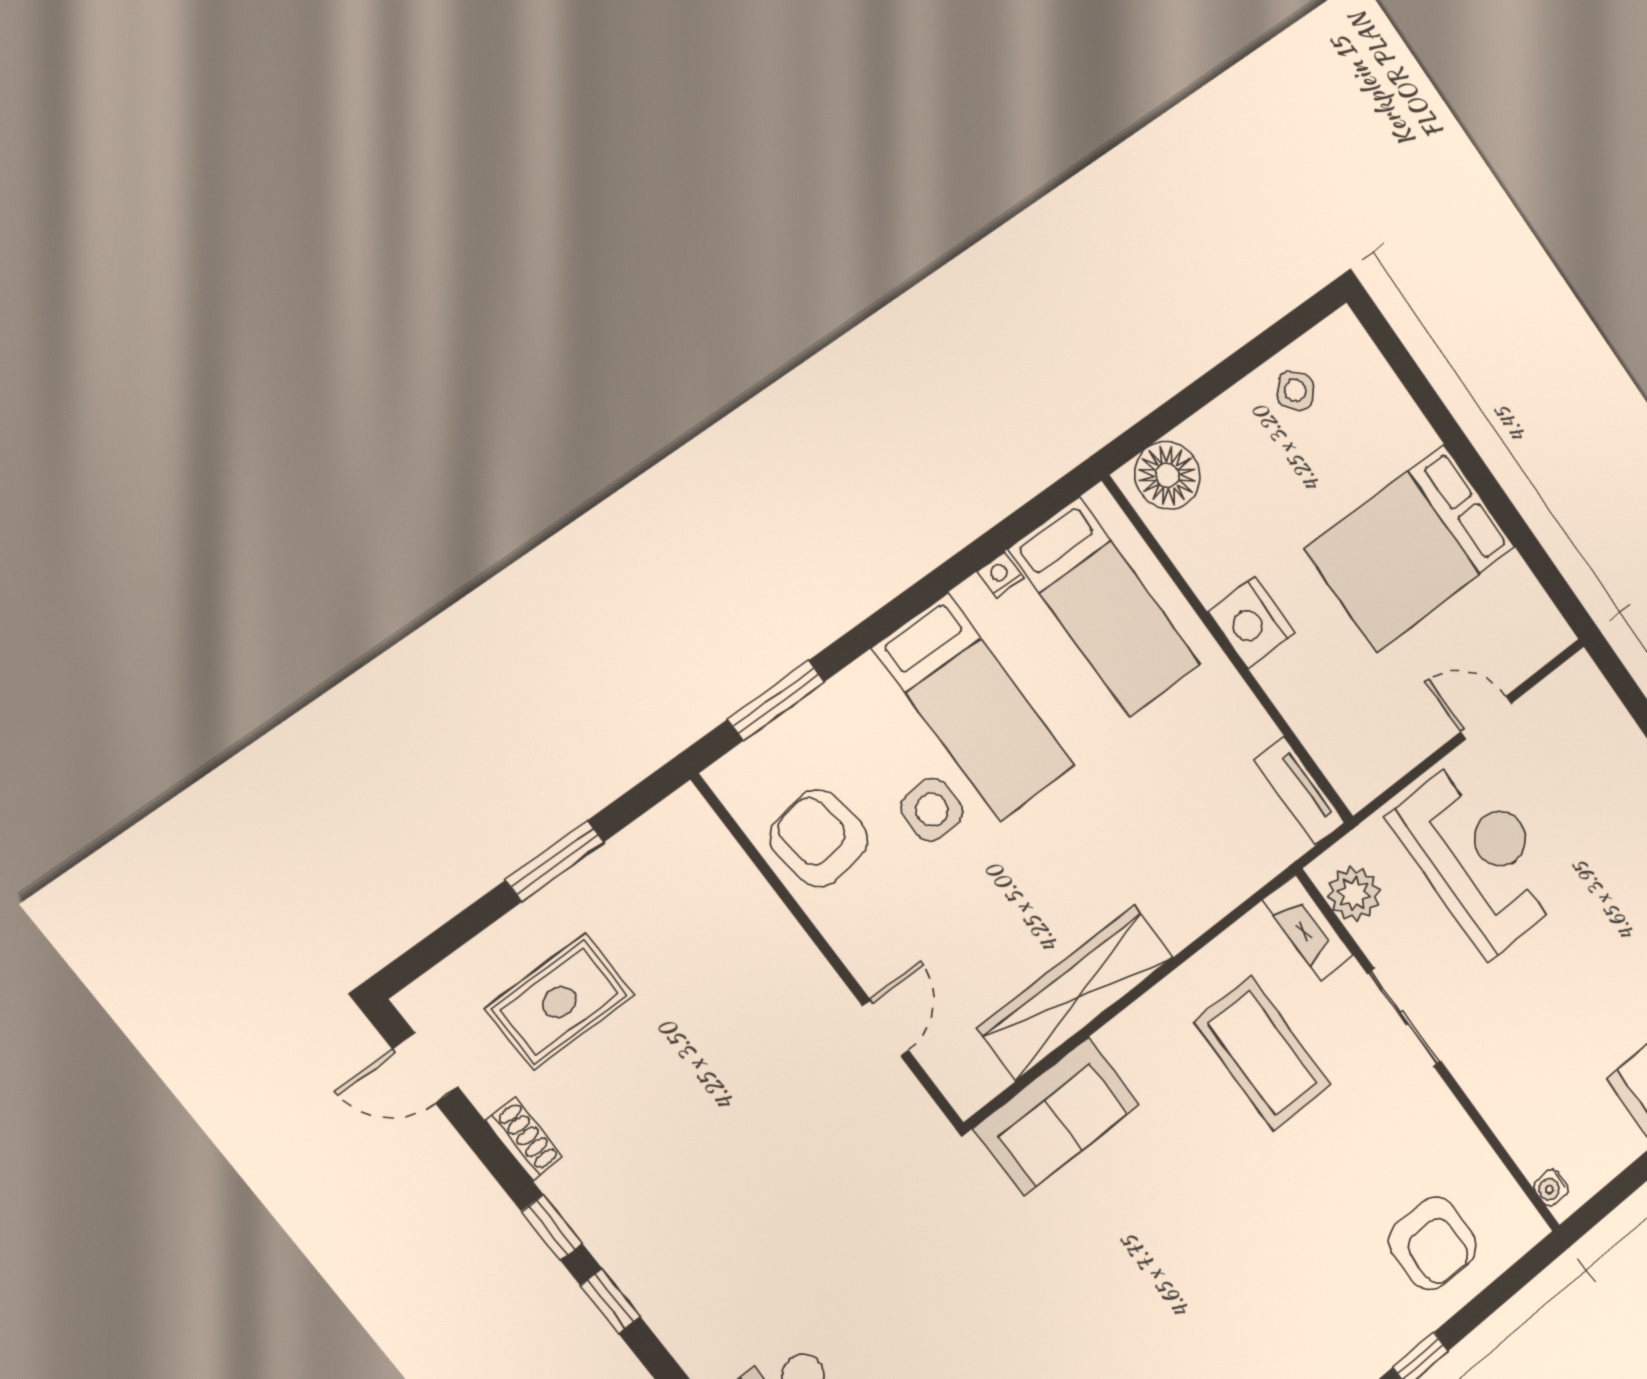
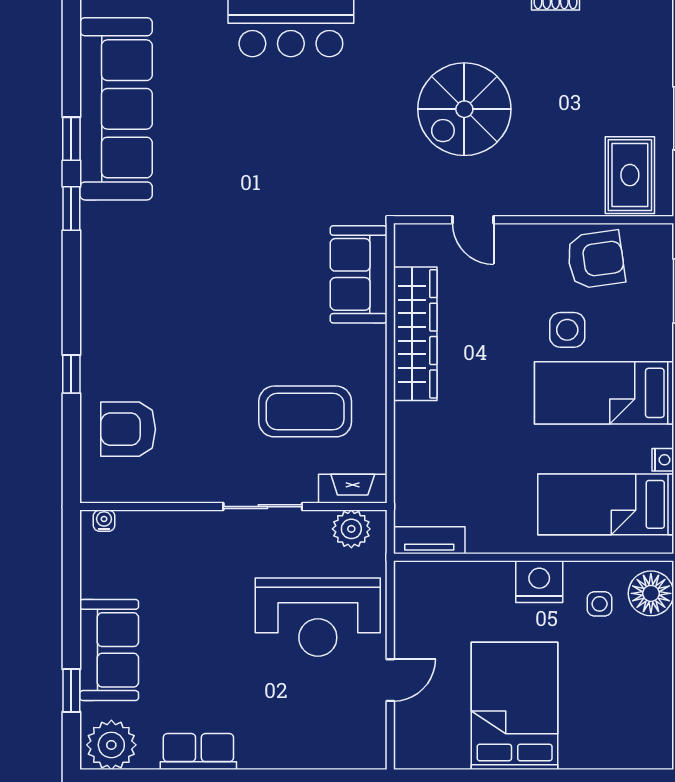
side table: (1295, 391) -> (600, 604), moved, turned 45
rug: (559, 1002) -> (630, 175), moved
spiral stairs: (756, 1145) -> (464, 109), added

